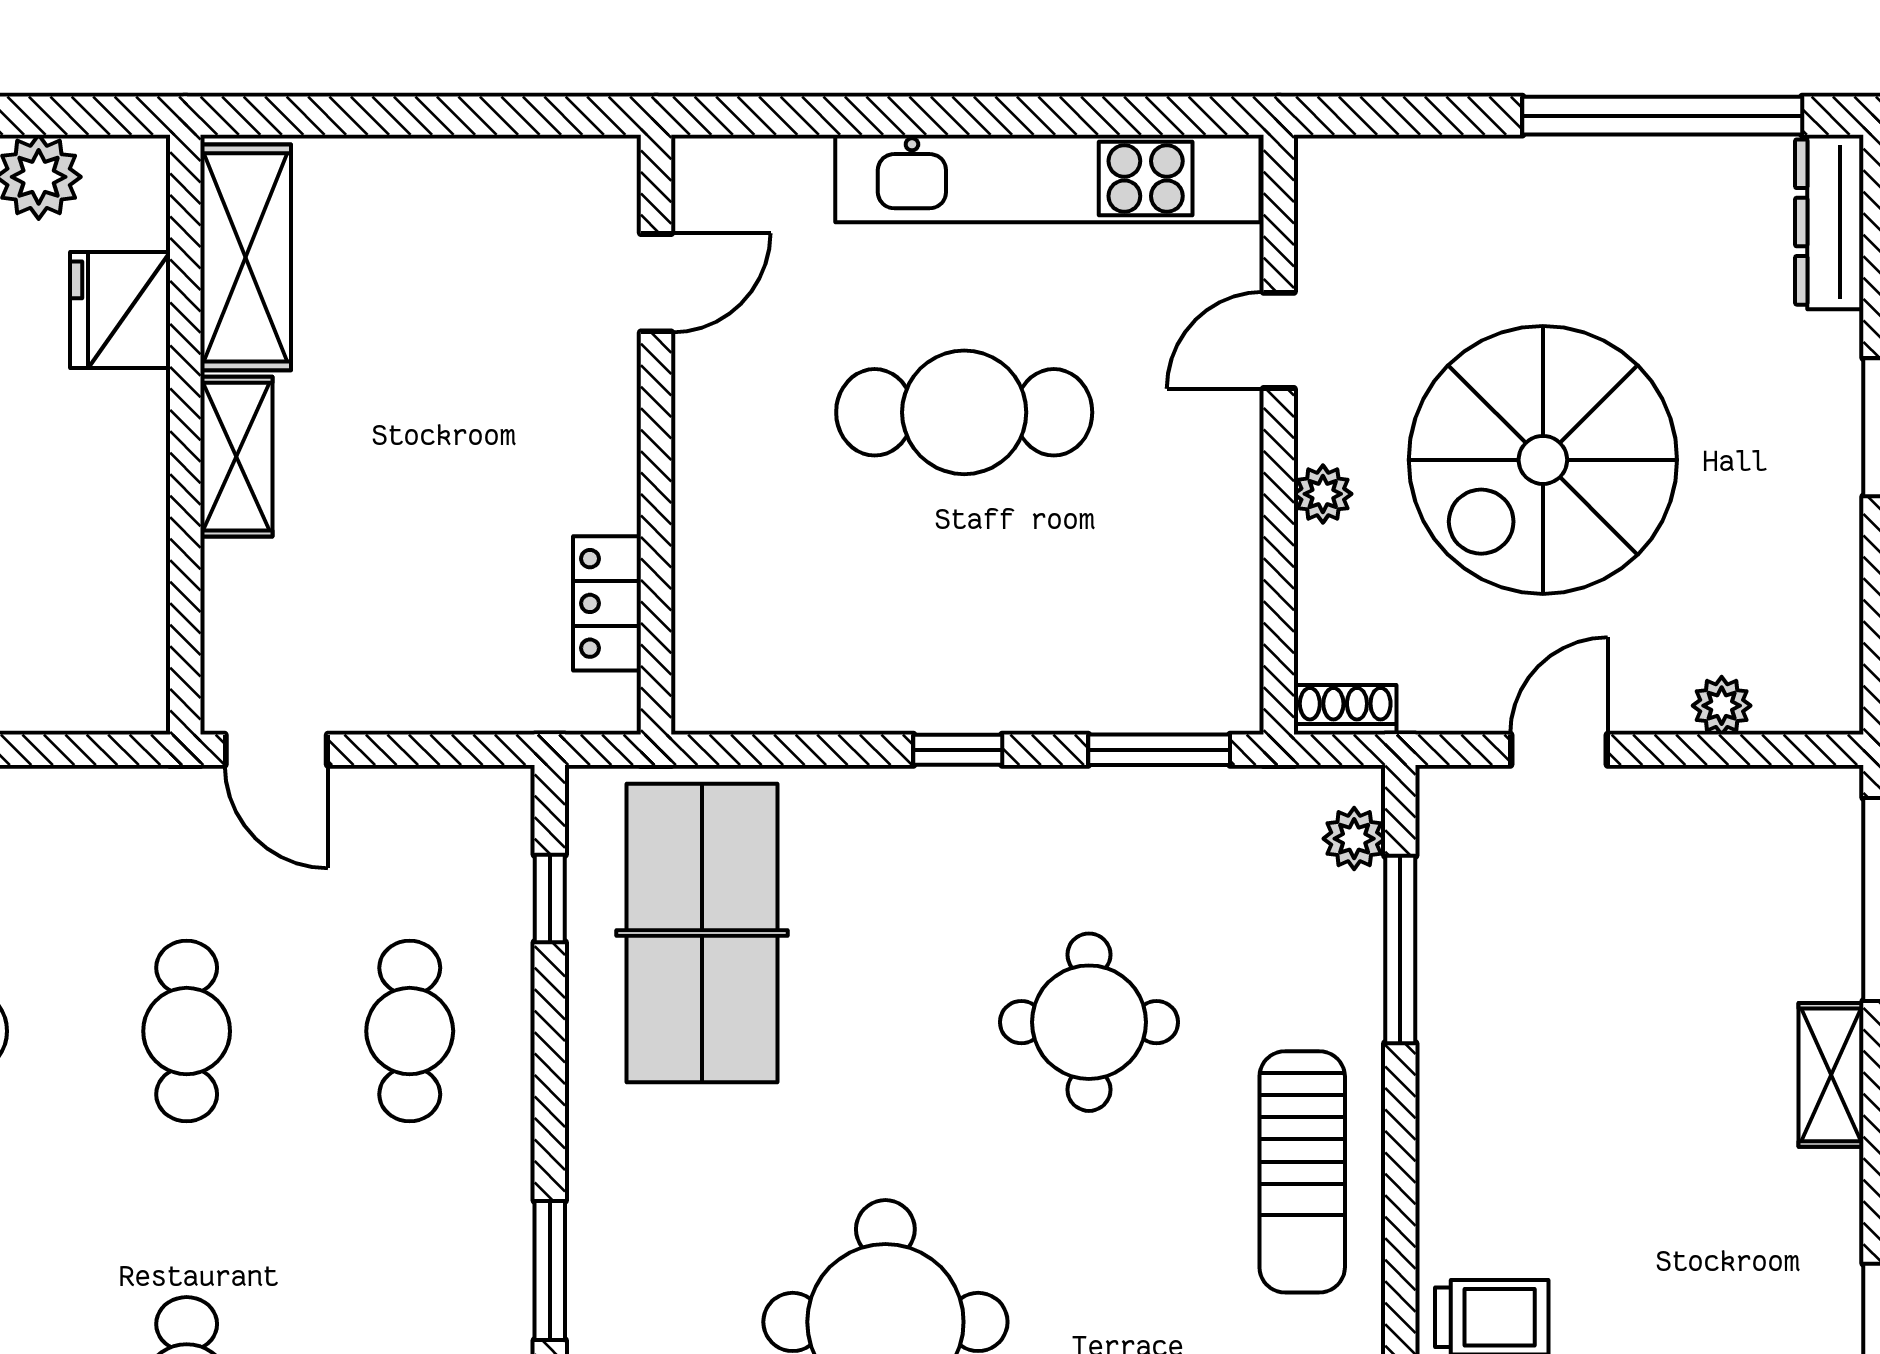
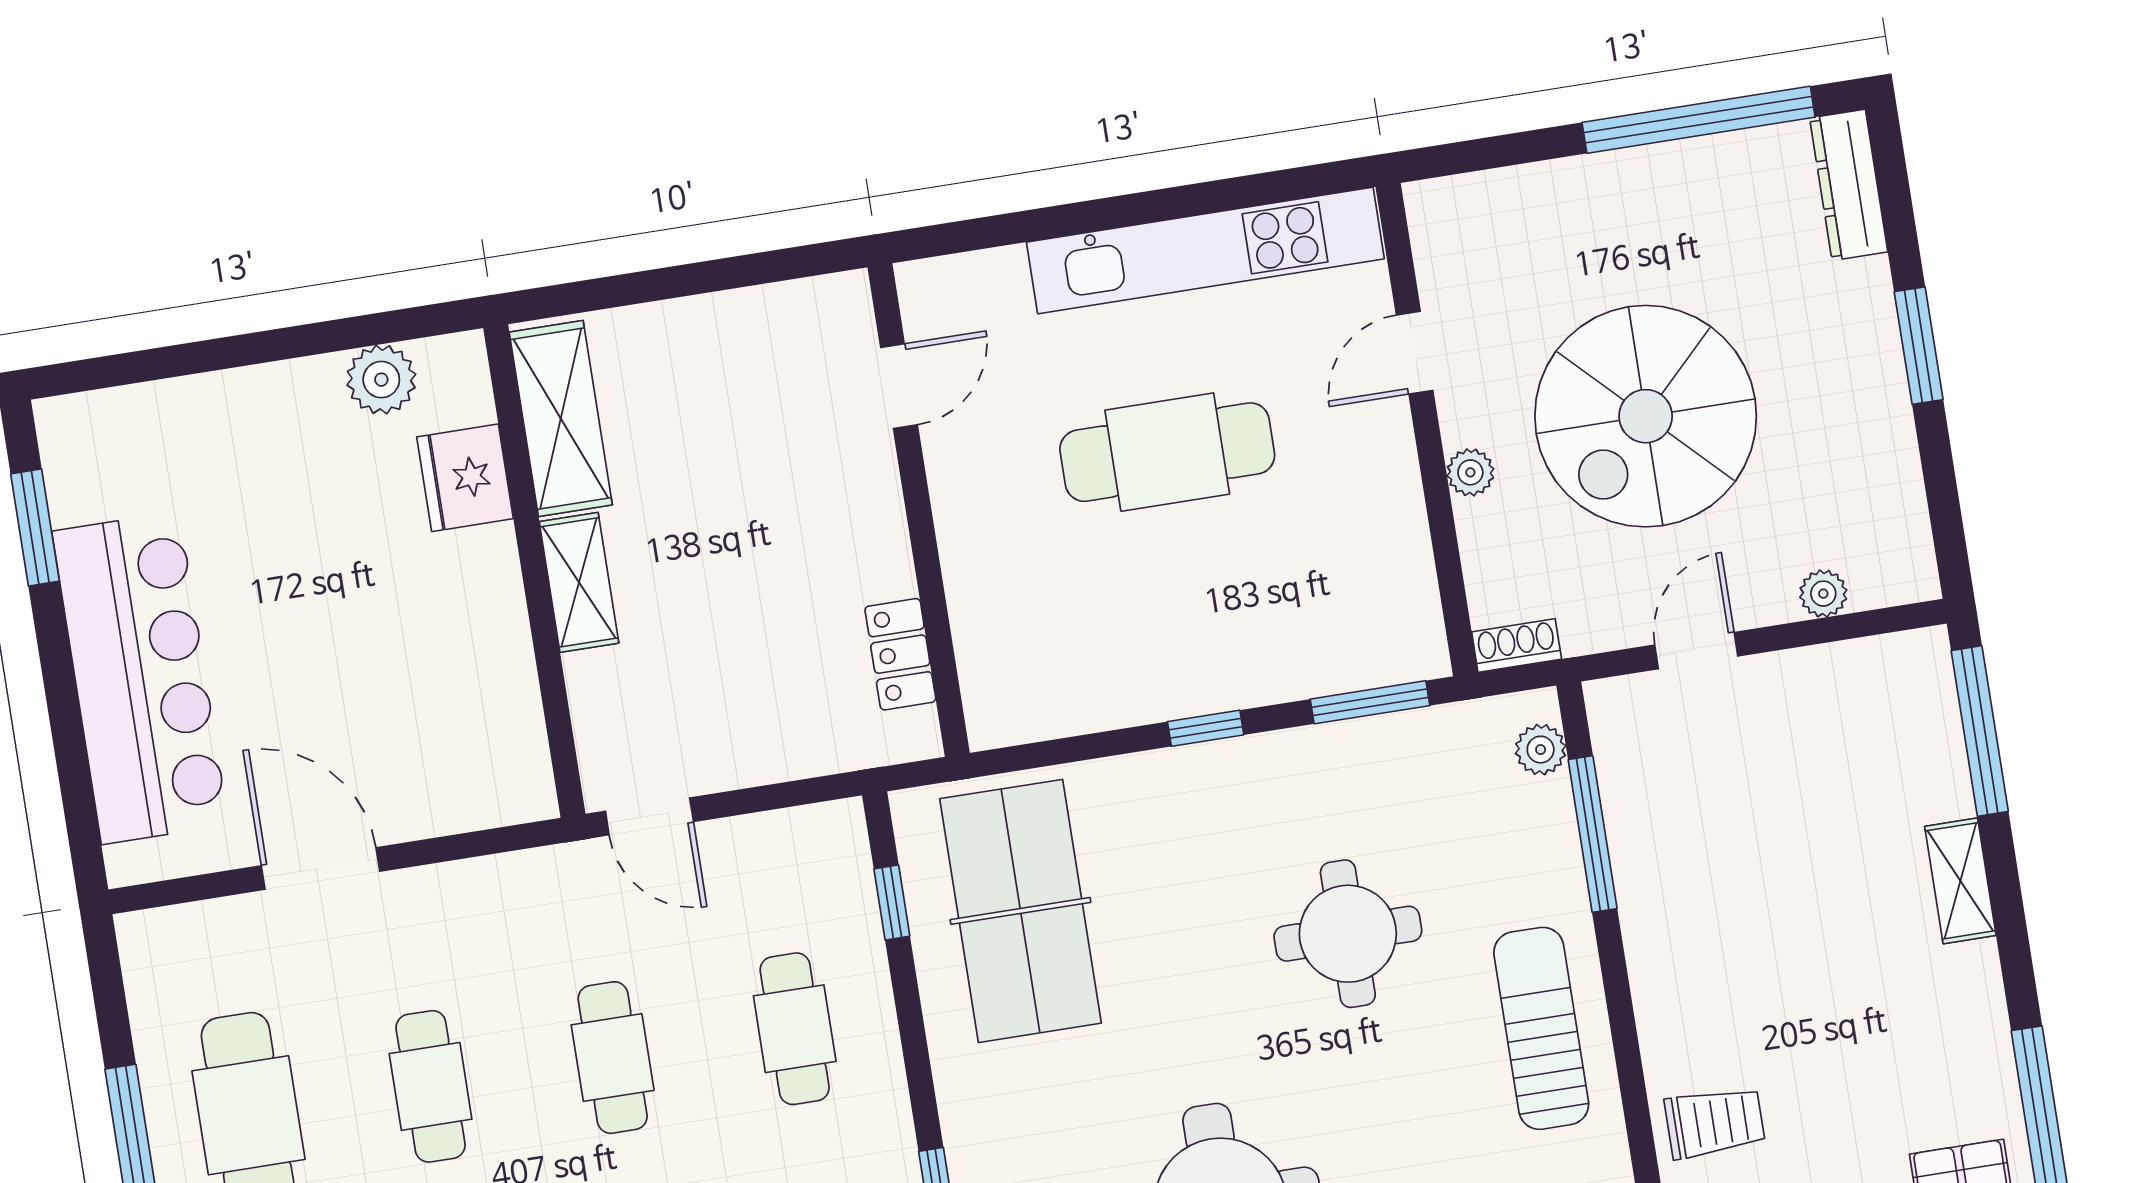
sun lounger: (1302, 1172) -> (1541, 1028), turned 180

